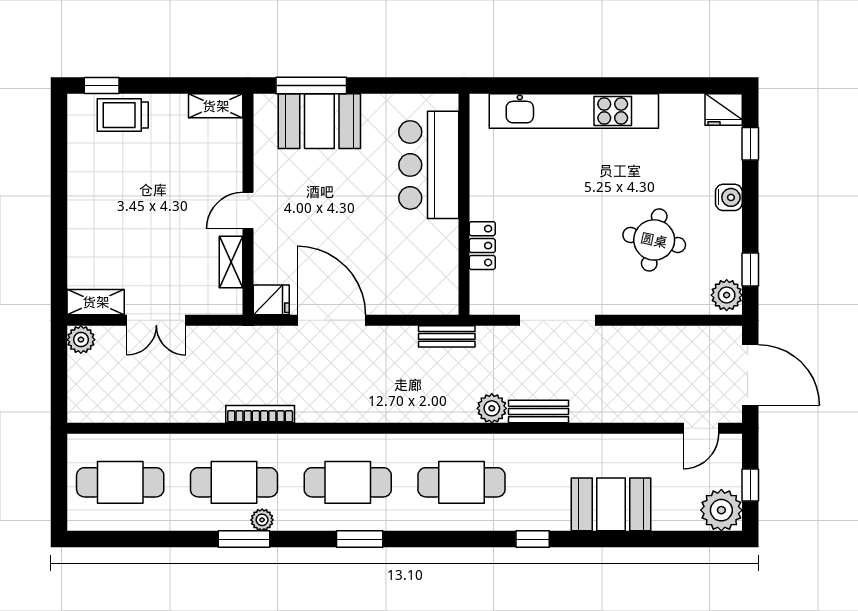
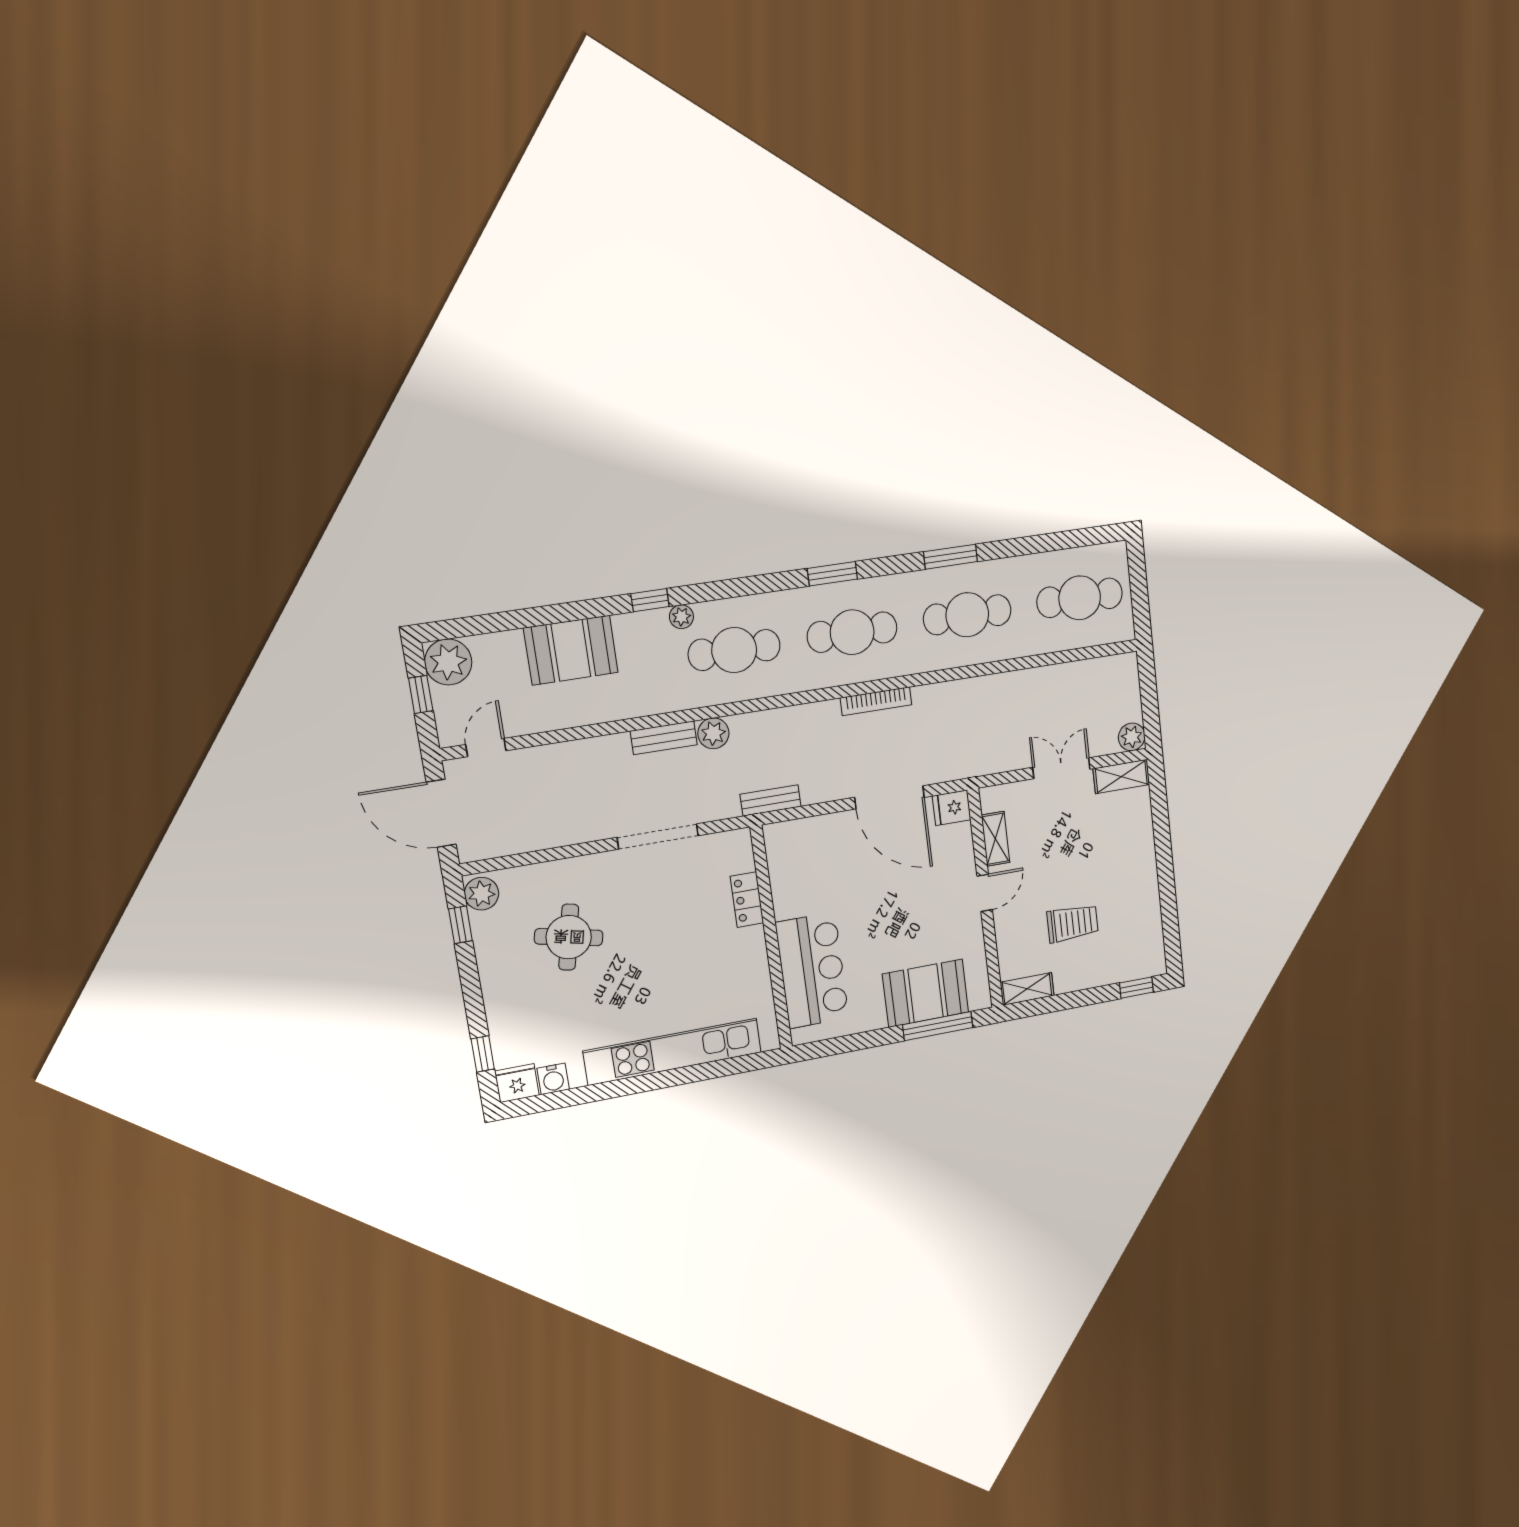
trolley: (123, 115) -> (1073, 923), moved
water cooler: (729, 197) -> (553, 1079), moved, turned -90
bookcase: (260, 414) -> (876, 701), moved
plant: (262, 520) -> (681, 617), moved

